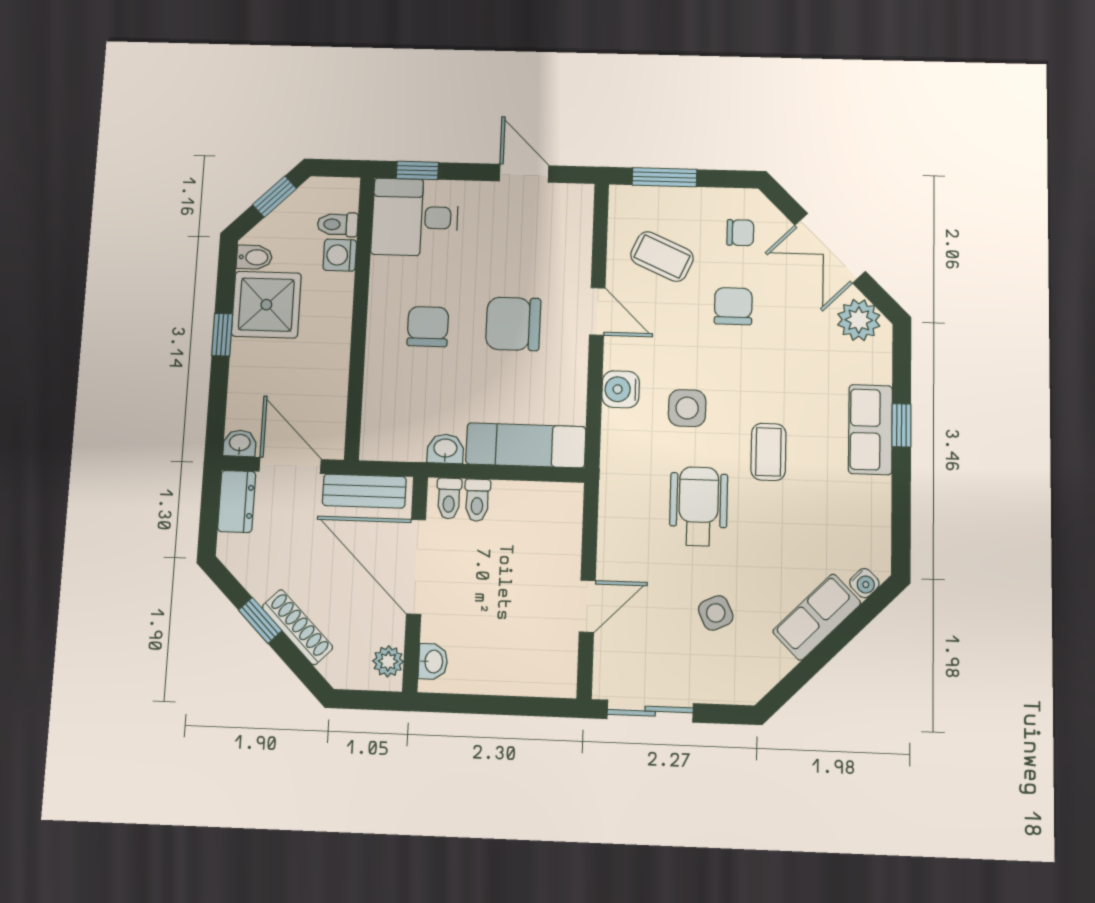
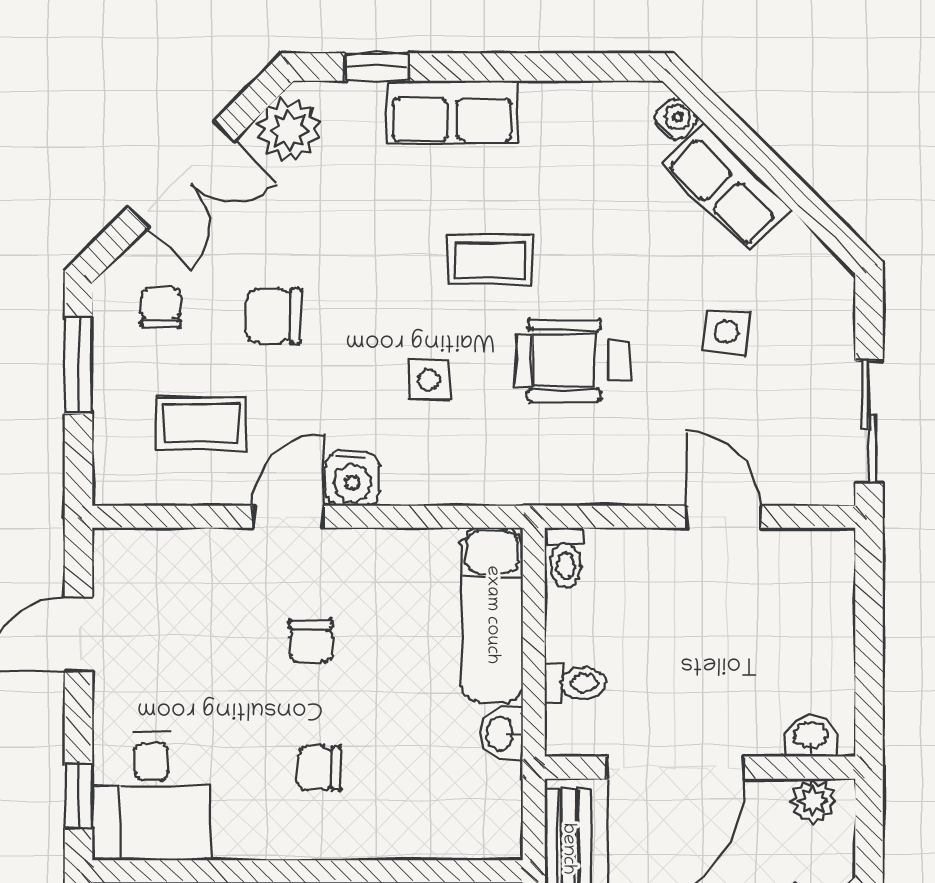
window: (665, 177) -> (78, 365), moved
coffee table: (662, 257) -> (201, 423), turned 66
chair: (513, 324) -> (311, 641), width x0.54, depth x0.54
chair: (428, 327) -> (319, 768), width x0.73, depth x0.73
water cooler: (621, 389) -> (352, 479), moved
side table: (687, 408) -> (429, 380), width x0.73, depth x0.73
window: (901, 425) -> (377, 67), moved
toilet: (449, 498) -> (566, 557), moved, turned 90
side table: (716, 613) -> (726, 332), turned 32

